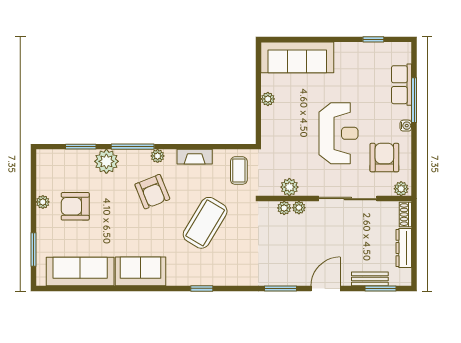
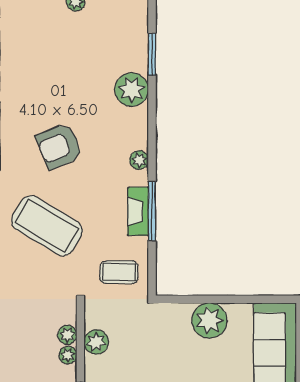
plant: (268, 99) -> (209, 320), width x1.88, depth x1.88
window: (133, 147) -> (152, 211), moved
armchair: (152, 192) -> (59, 146), moved
armchair: (75, 206) -> (70, 47), removed

